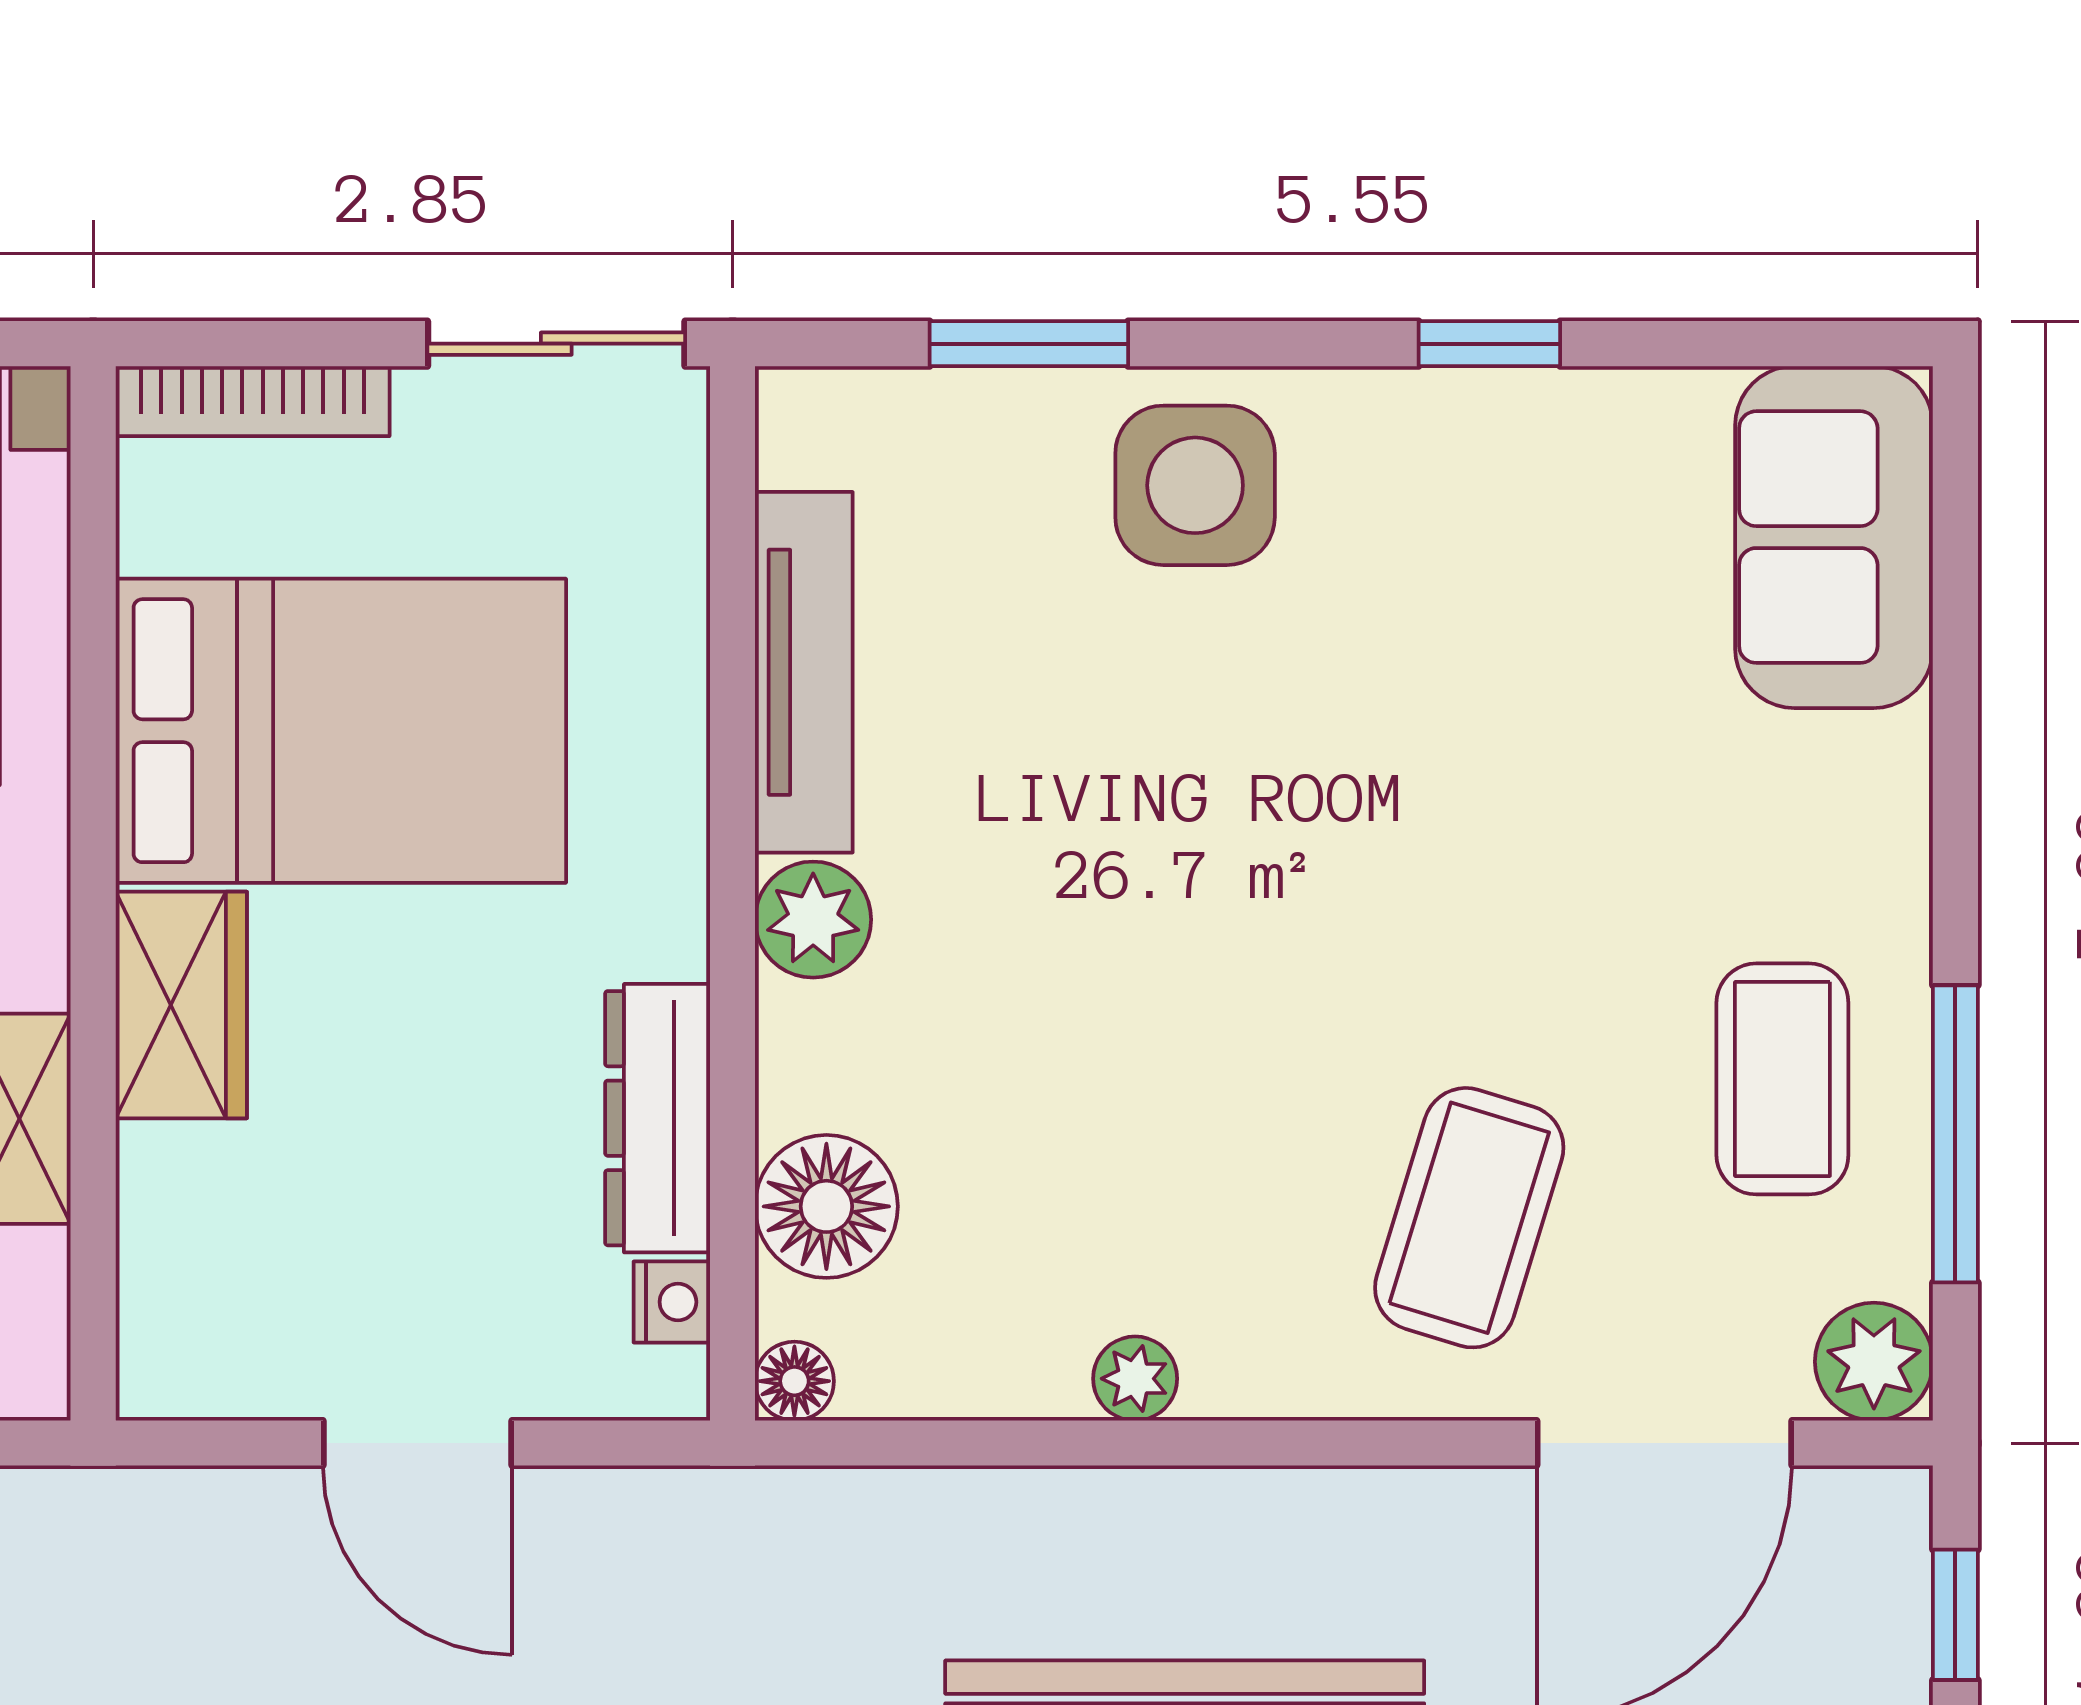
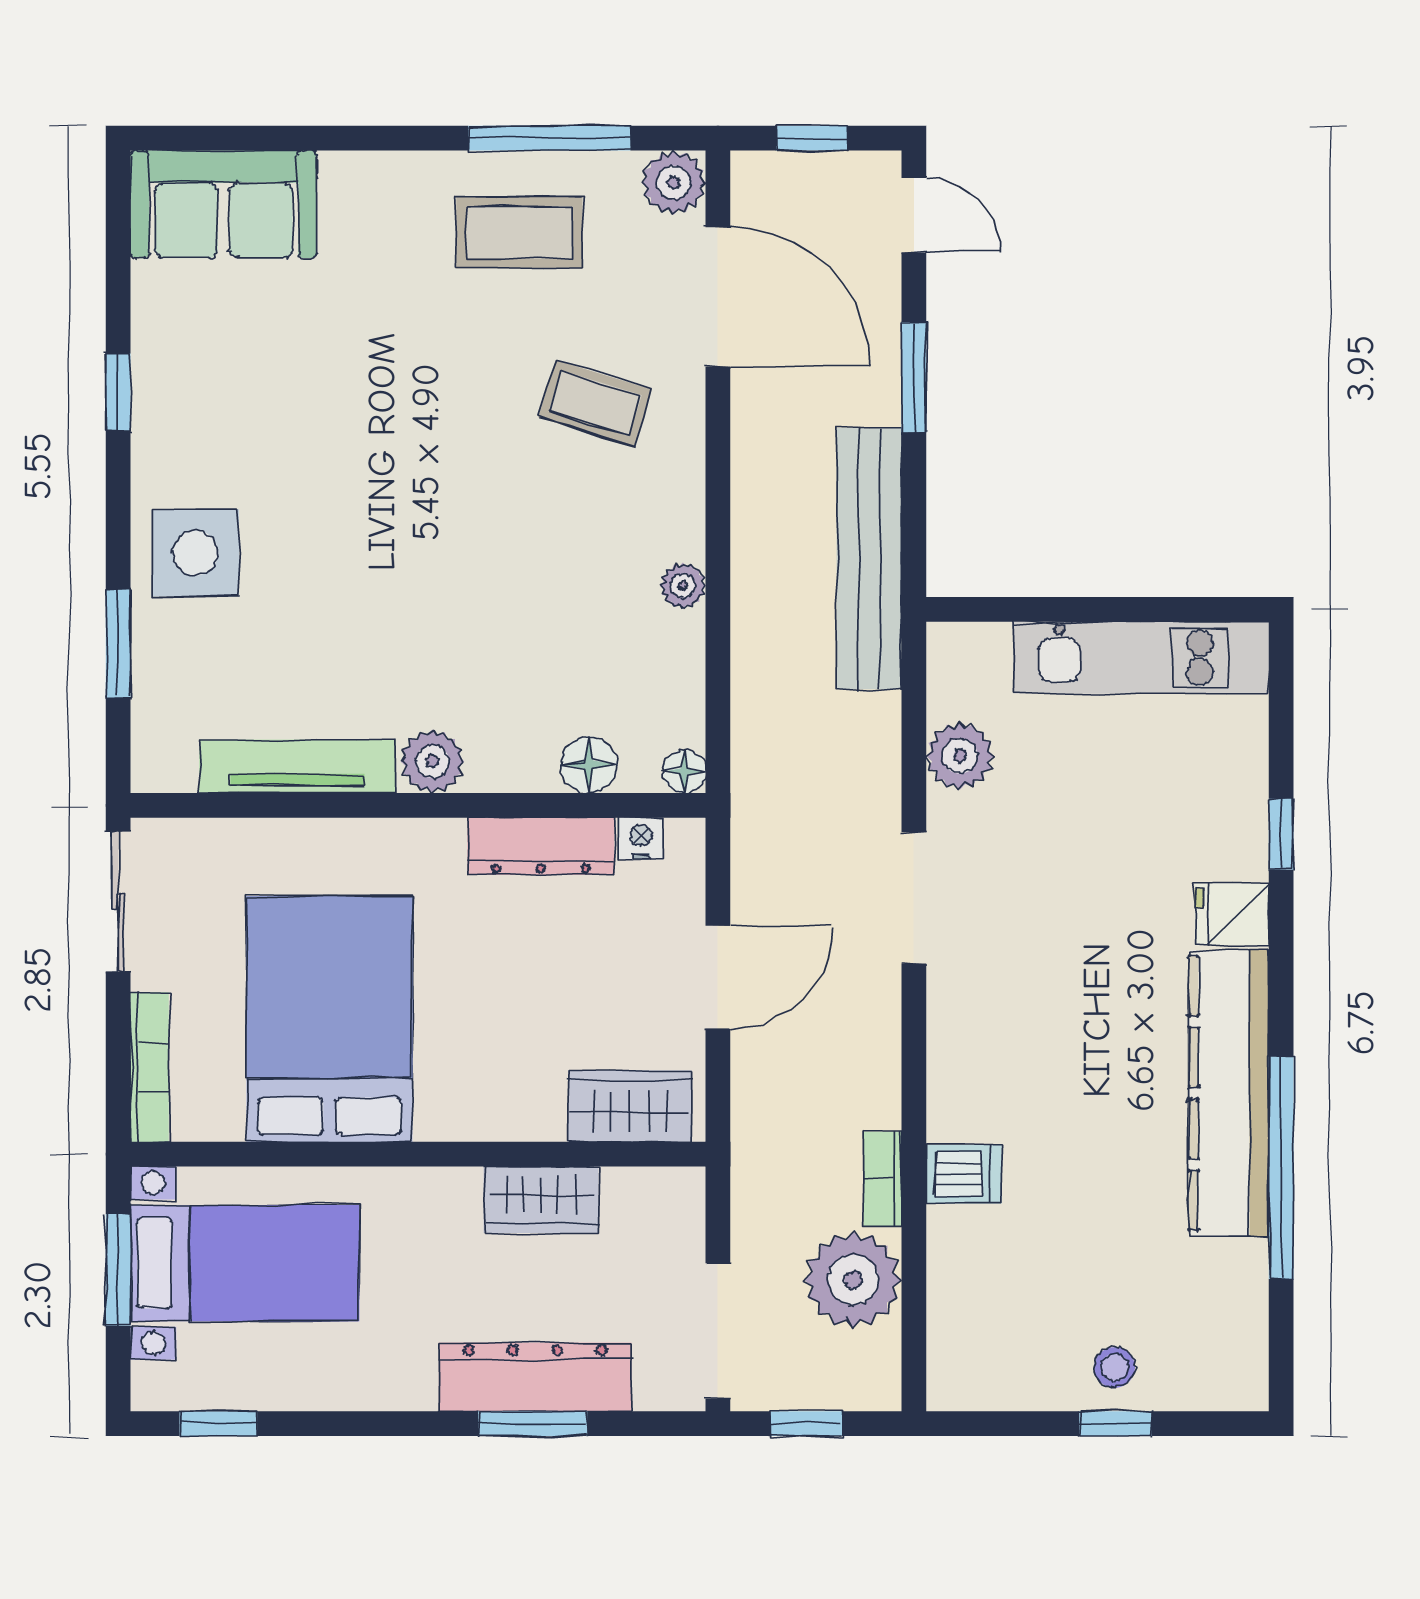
wardrobe: (181, 1005) -> (630, 1106), moved
floor lamp: (826, 1206) -> (589, 765), width x0.73, depth x0.73
coffee table: (1469, 1218) -> (595, 403), width x0.73, depth x0.77

